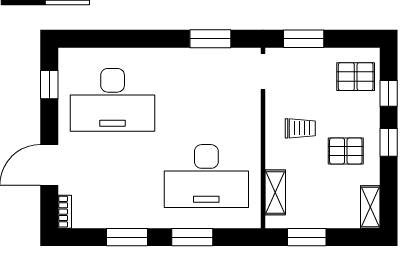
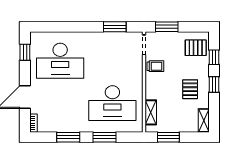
trolley: (300, 128) -> (155, 66), moved
pallet: (346, 151) -> (190, 89), turned 90

